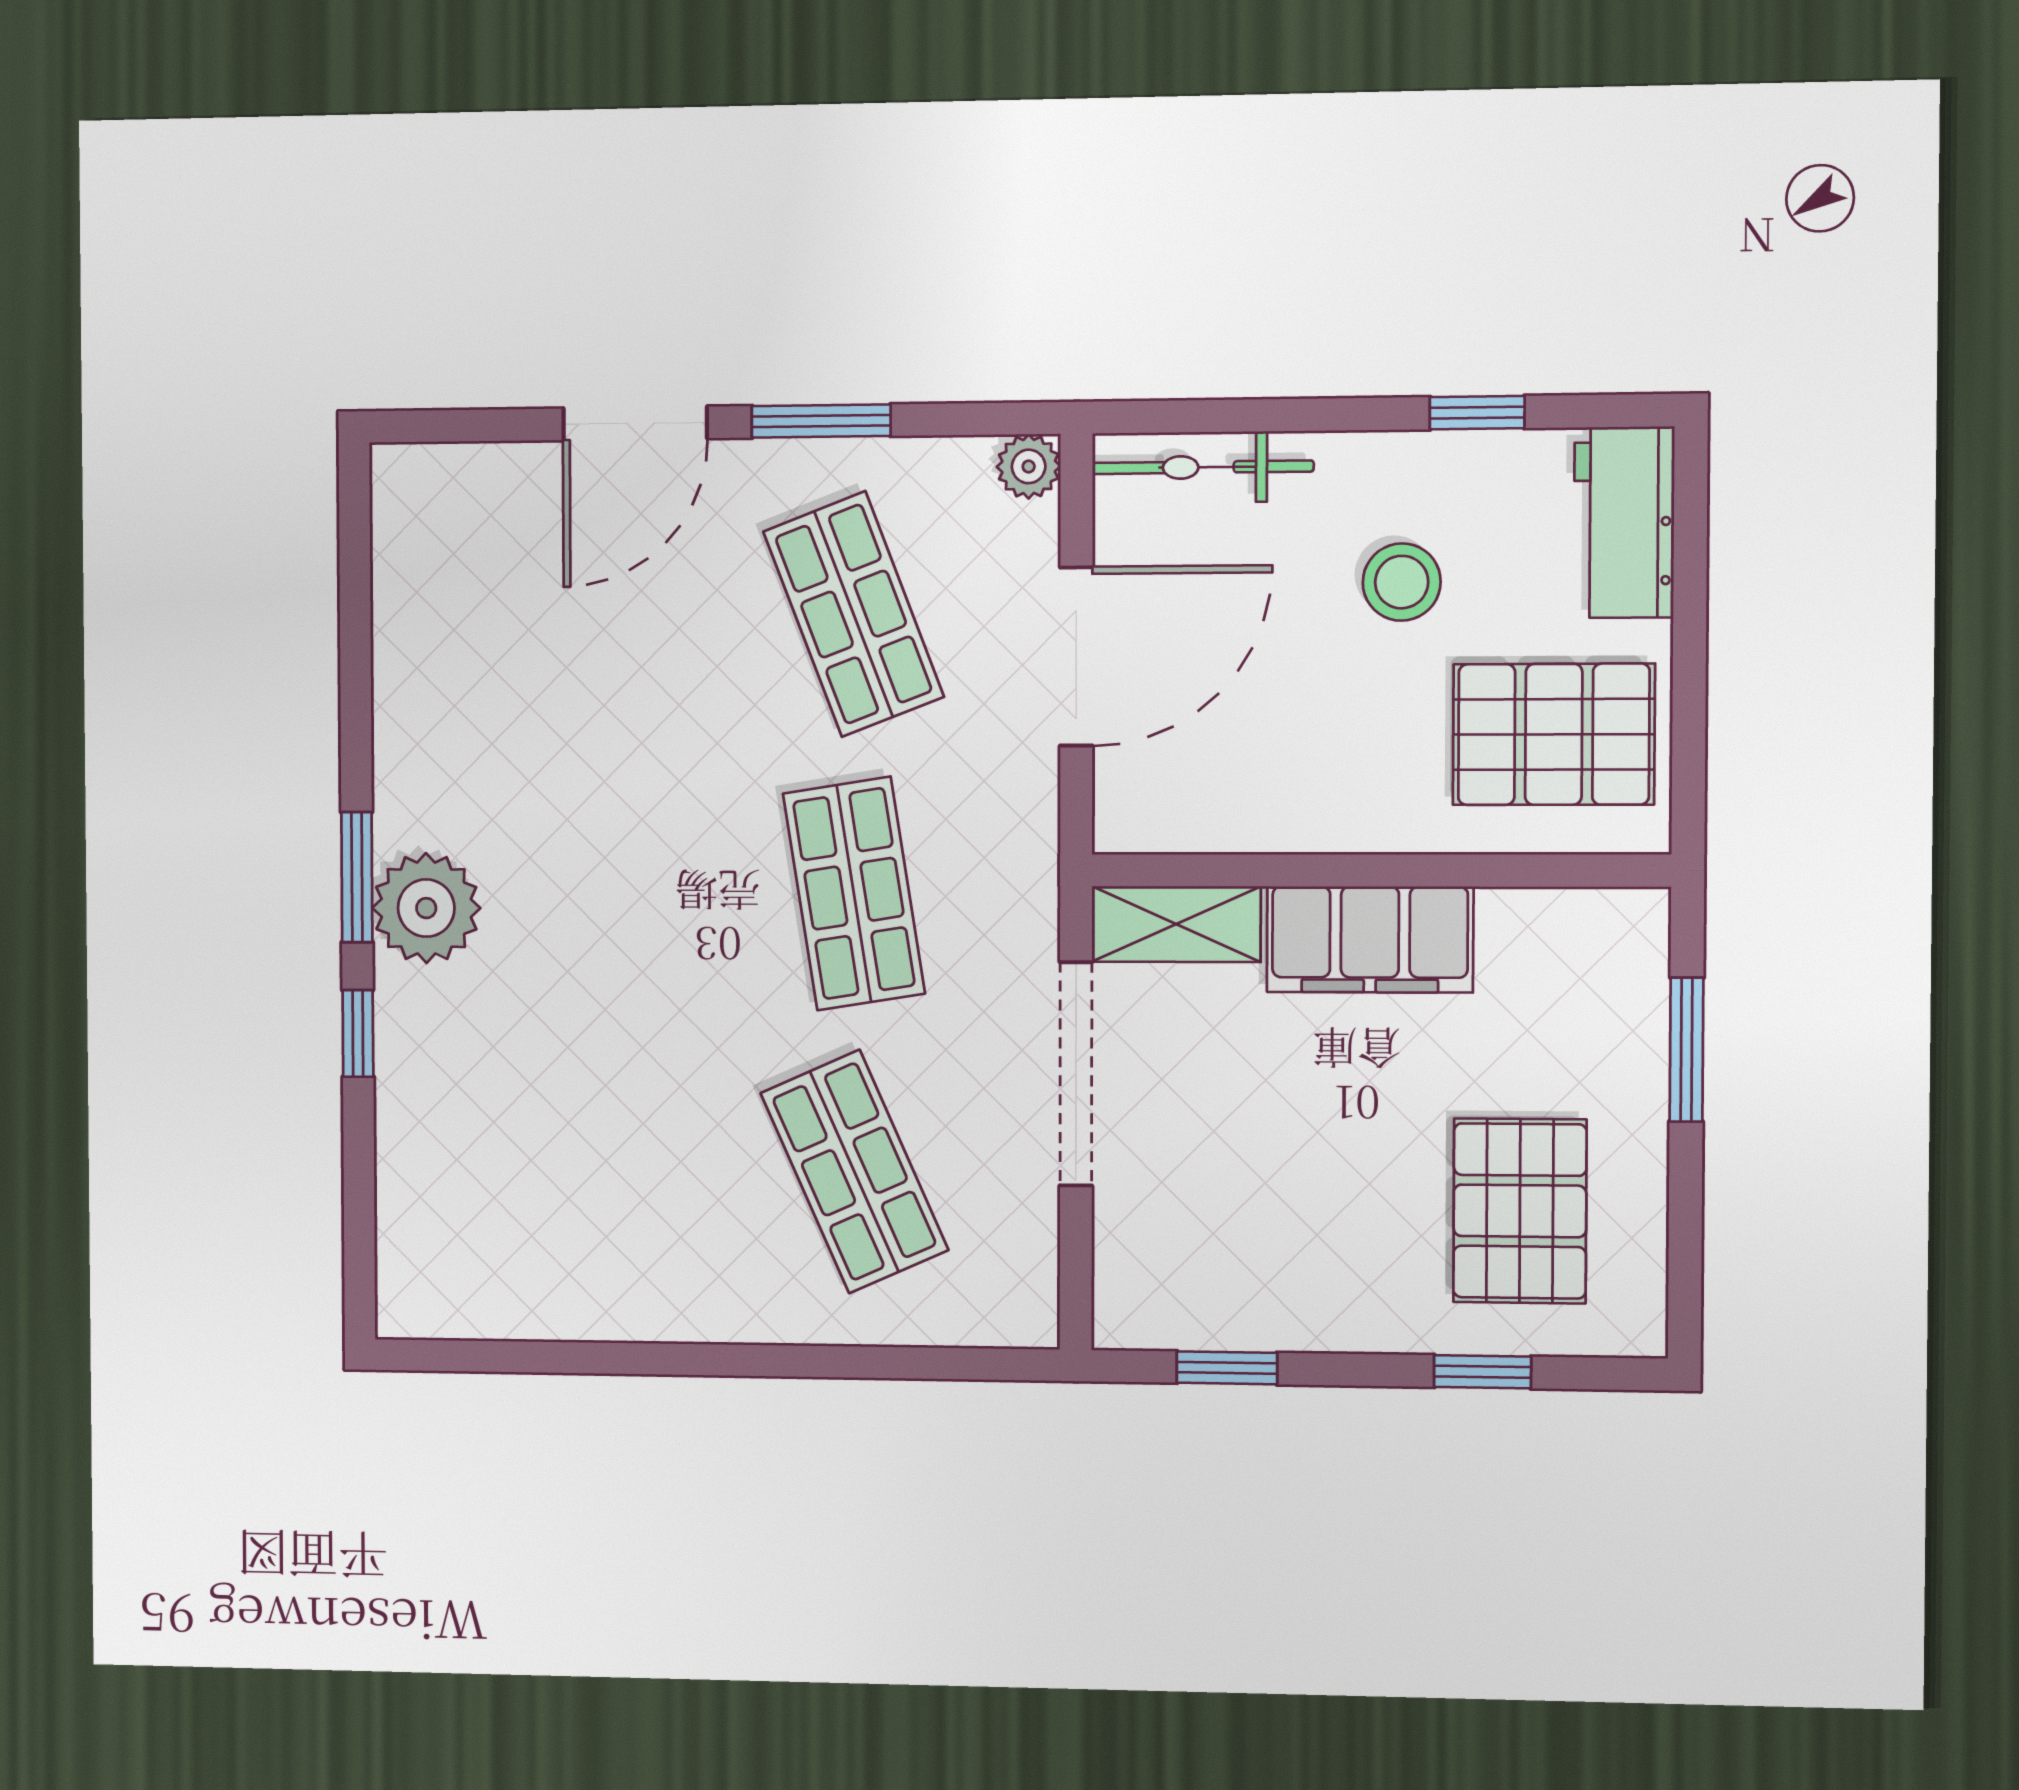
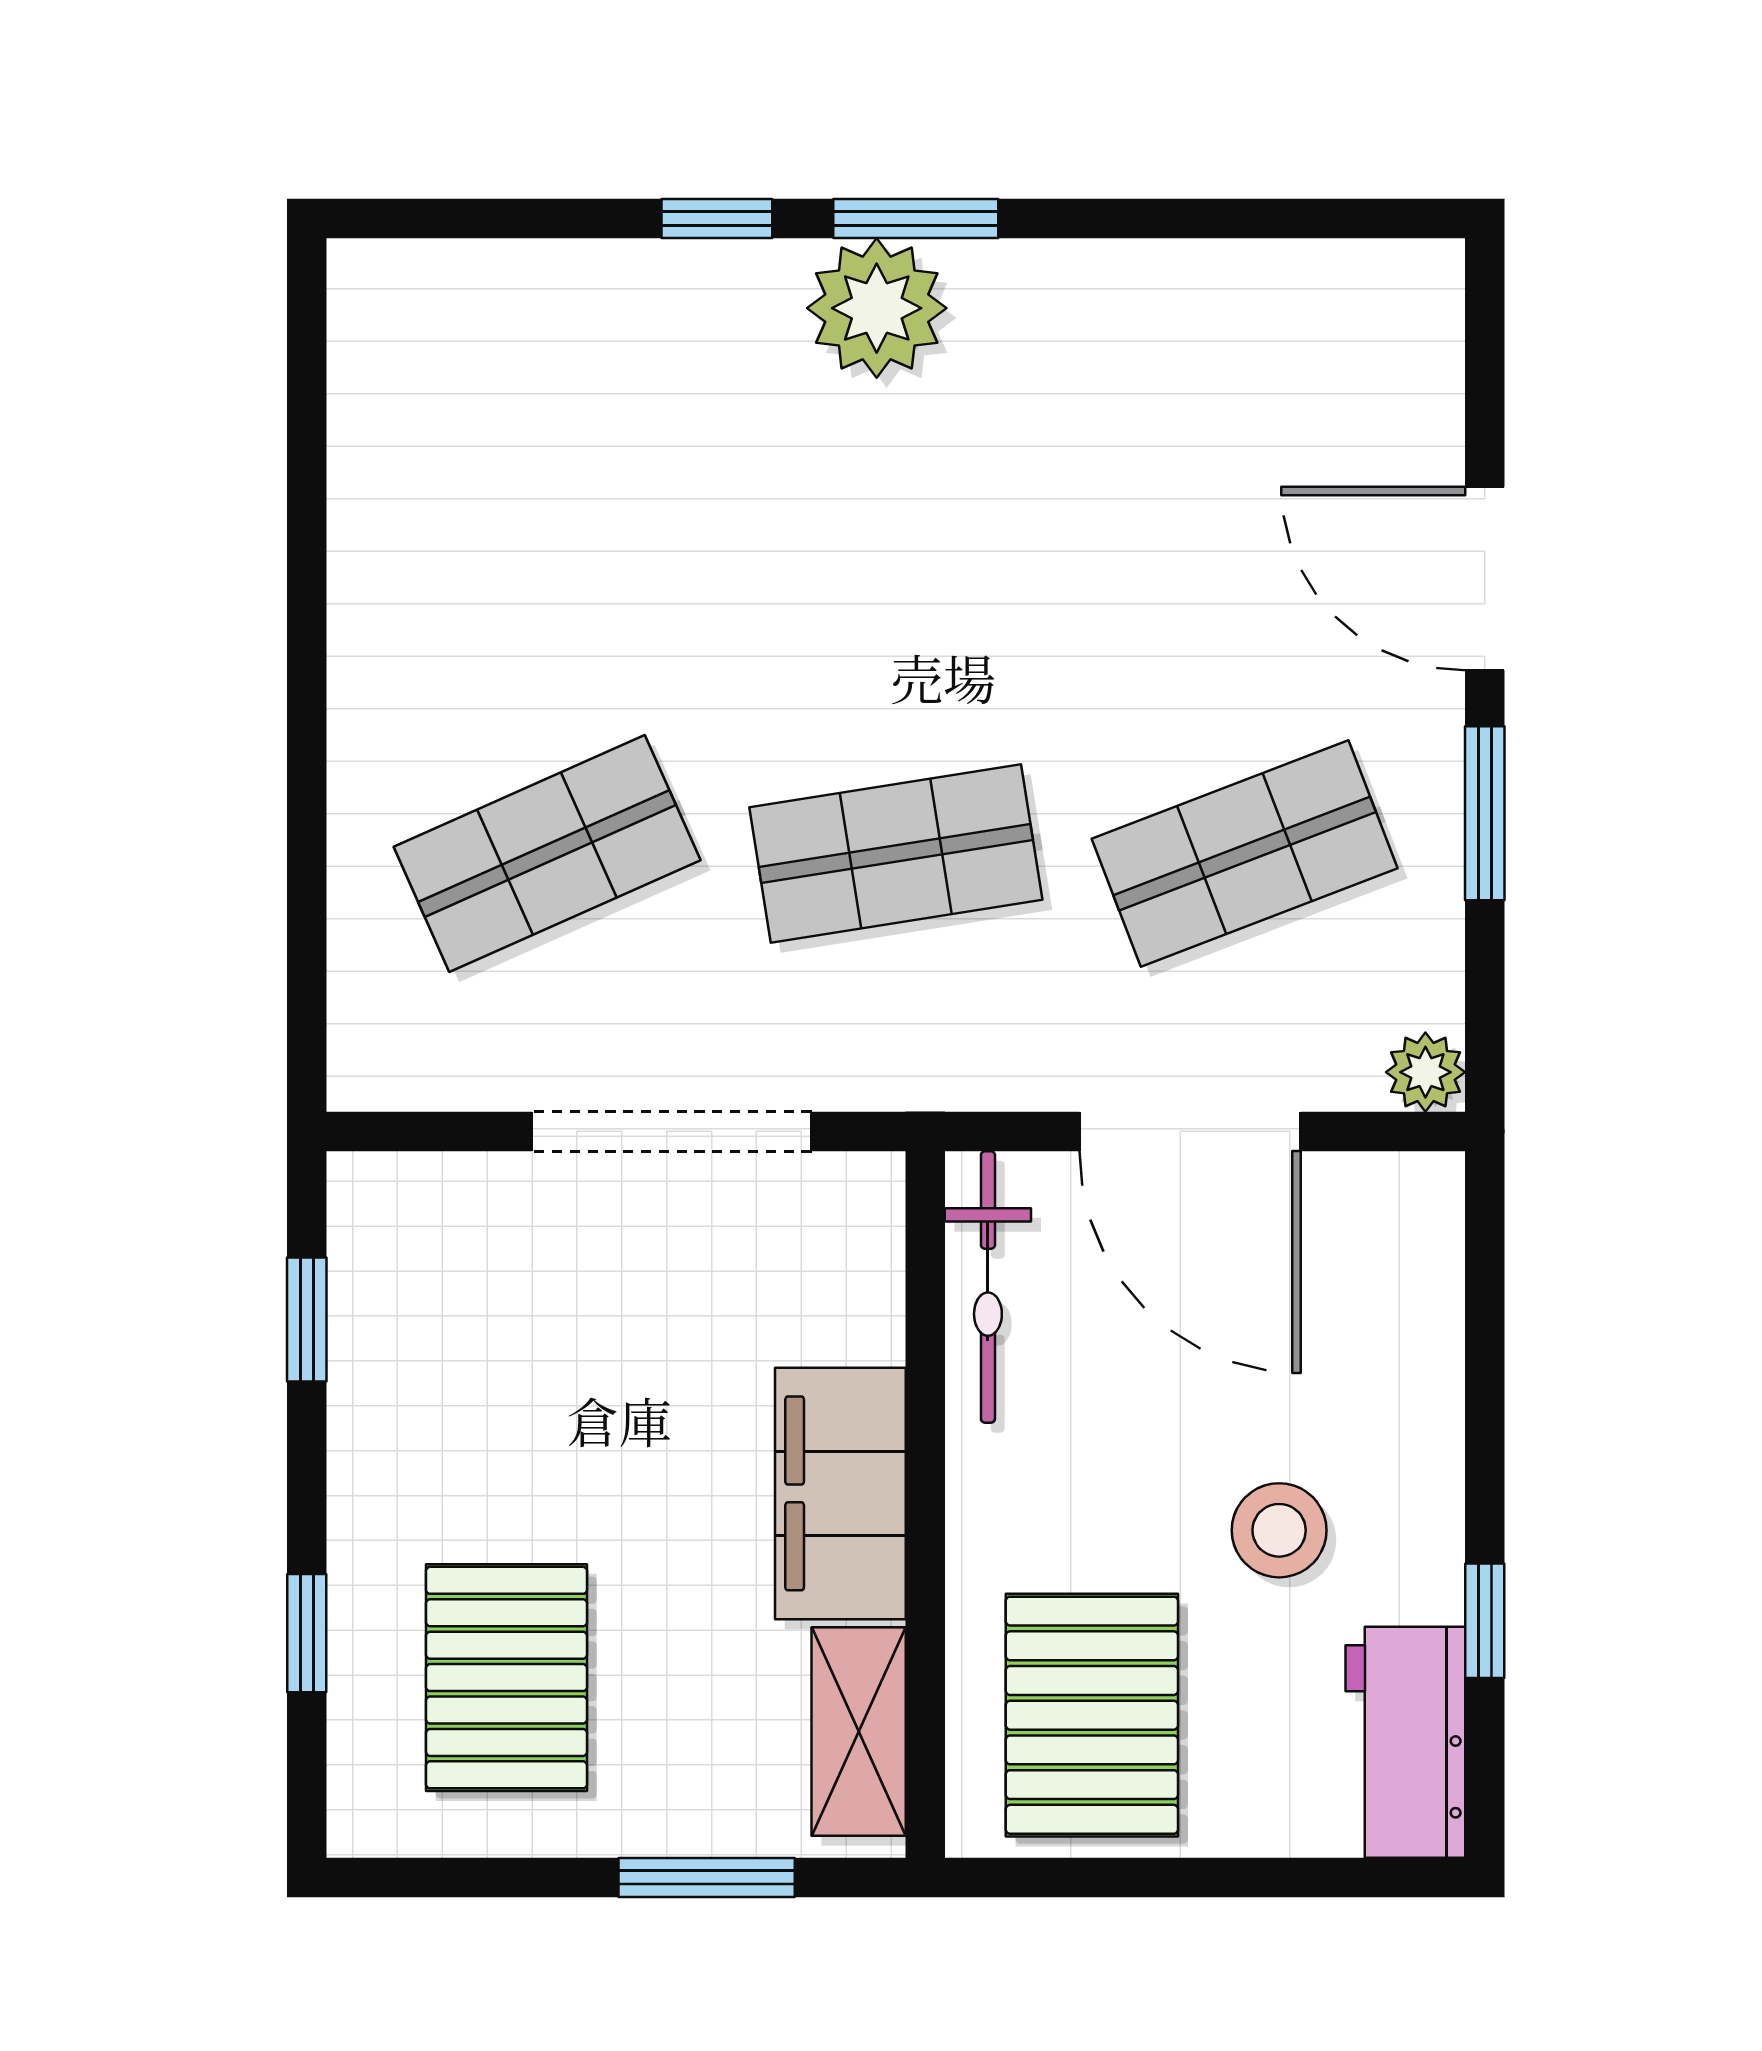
bicycle: (1203, 467) -> (988, 1287), moved, turned 180
workbench: (1624, 522) -> (1405, 1742), moved, turned -90
shelving: (1176, 924) -> (859, 1731), moved
pallet: (1520, 1211) -> (506, 1678), turned 90

